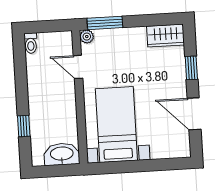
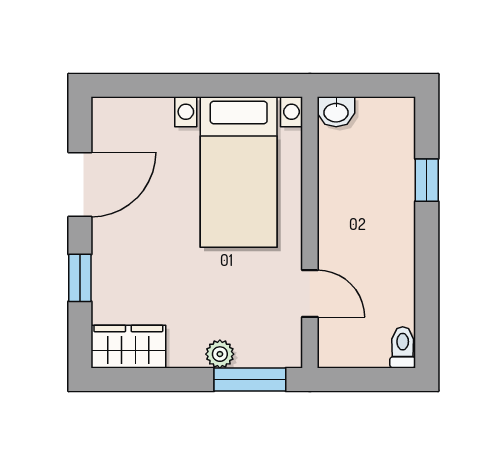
plant: (87, 37) -> (220, 354), moved
door: (194, 114) -> (80, 184), hinge flipped
washbasin: (62, 154) -> (336, 112), width x0.52, depth x0.69

